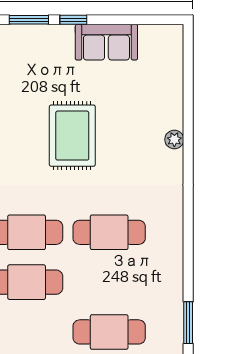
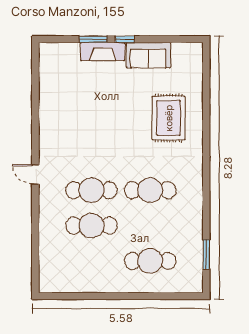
fireplace: (42, 37) -> (103, 52), added
rug: (72, 136) -> (169, 118), moved
plant: (174, 139) -> (196, 124), removed

